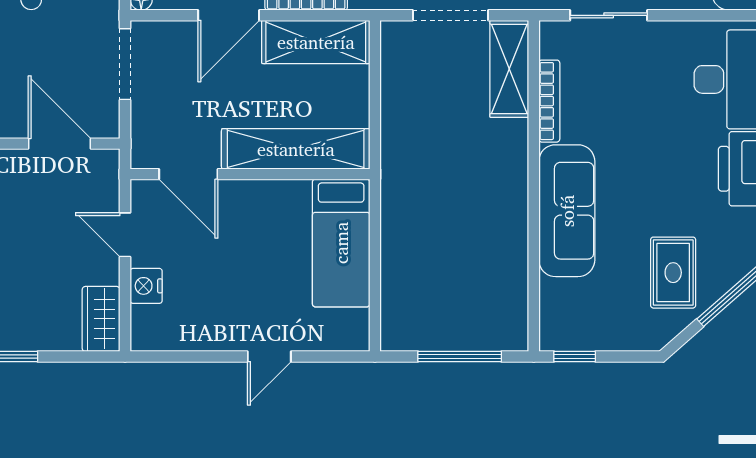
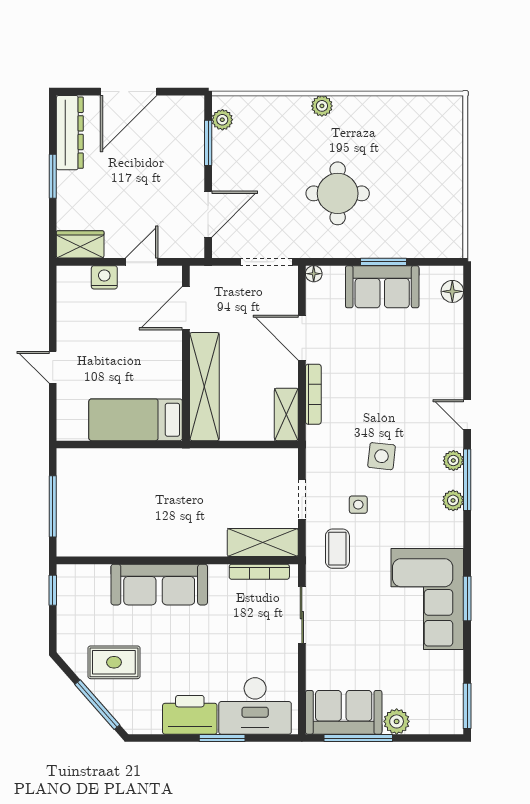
doorway: (450, 15) -> (302, 500), width x0.73
shelving: (316, 42) -> (286, 414), width x0.67, depth x0.75
bookcase: (549, 101) -> (259, 572), moved

